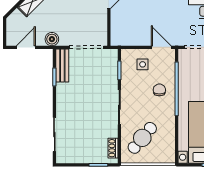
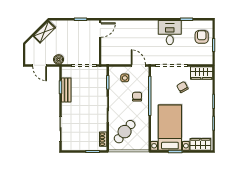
door: (26, 47) -> (40, 65), swing flipped
bench: (62, 65) -> (66, 90), moved

